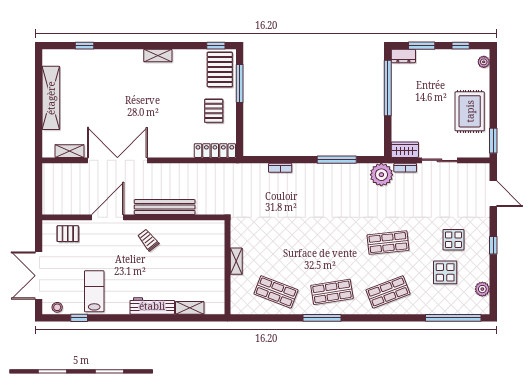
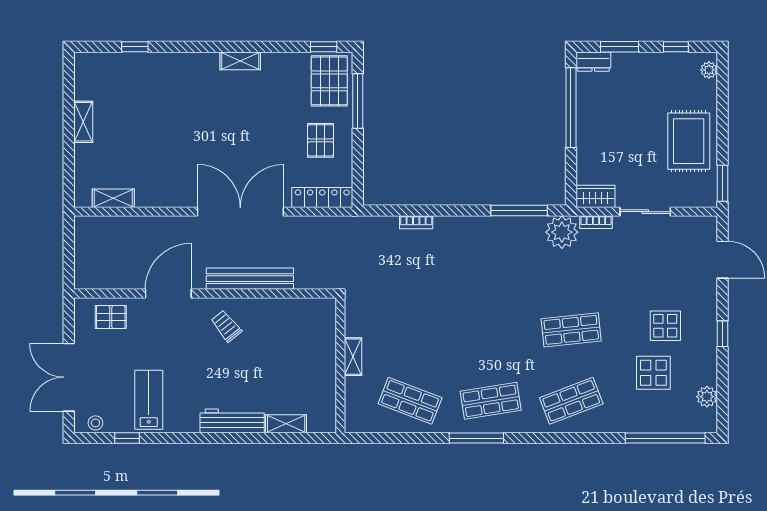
shelving: (51, 98) -> (83, 122), width x0.45, depth x0.75
double door: (117, 160) -> (240, 212), moved
window: (337, 160) -> (519, 211), moved

